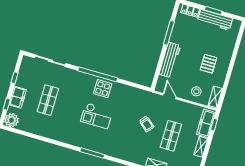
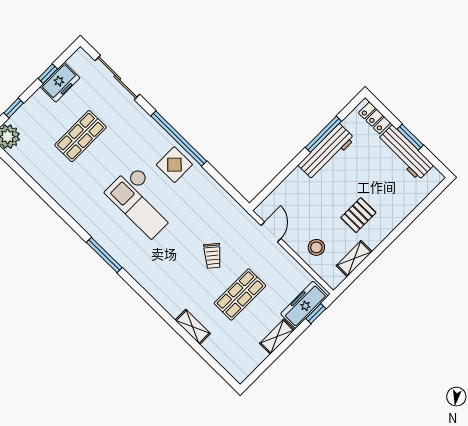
workbench: (170, 60) -> (326, 152), moved
freezer: (18, 97) -> (60, 82), moved
shelving: (215, 97) -> (354, 259), moved
checkout: (97, 116) -> (142, 201), width x1.36, depth x1.21

